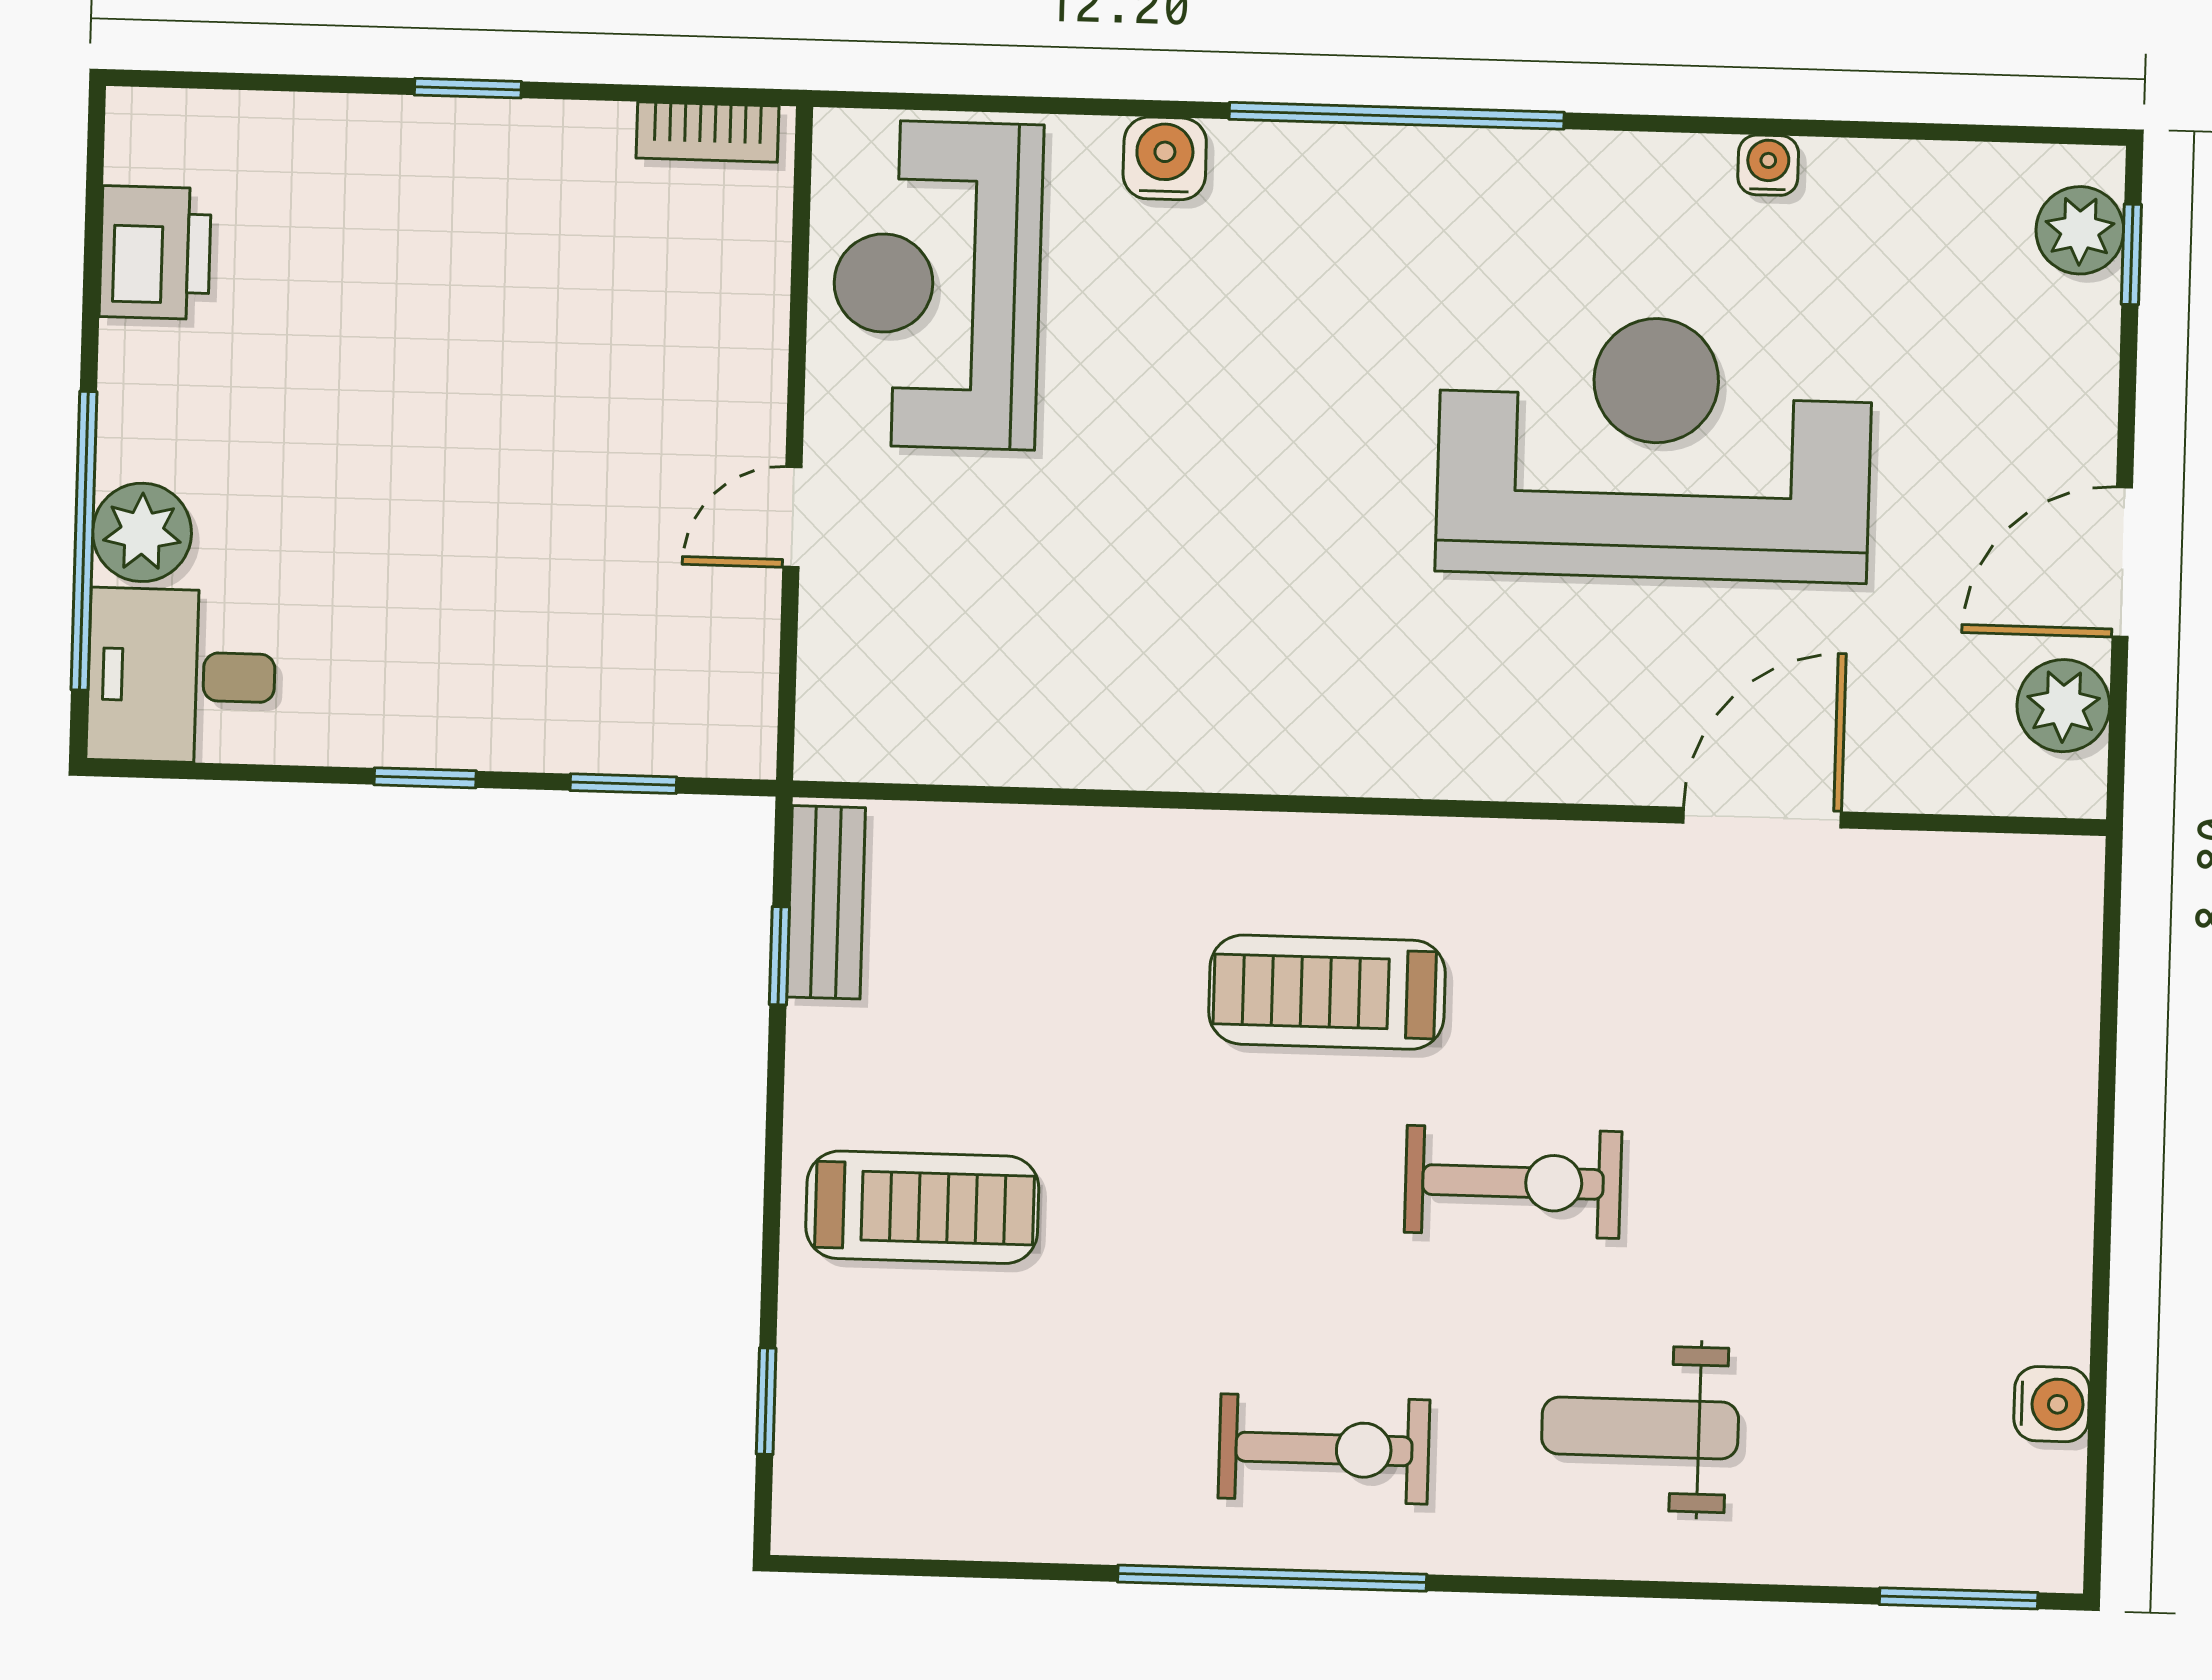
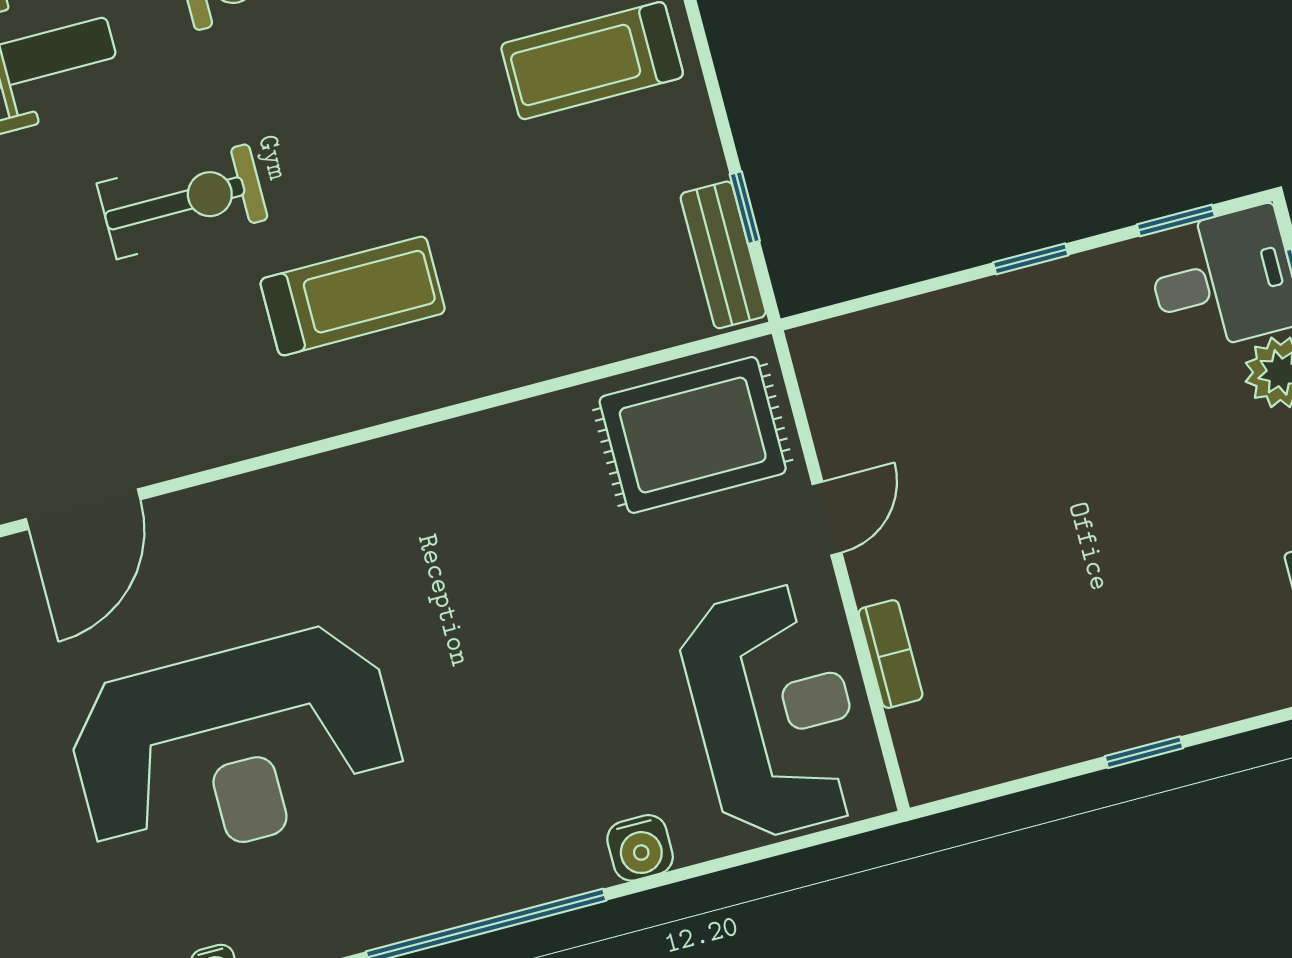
bookcase: (707, 132) -> (891, 654), moved, turned 90
rug: (936, 678) -> (693, 435), added
window: (623, 784) -> (1176, 221), moved
exercise bike: (1513, 1182) -> (182, 201), turned 180

